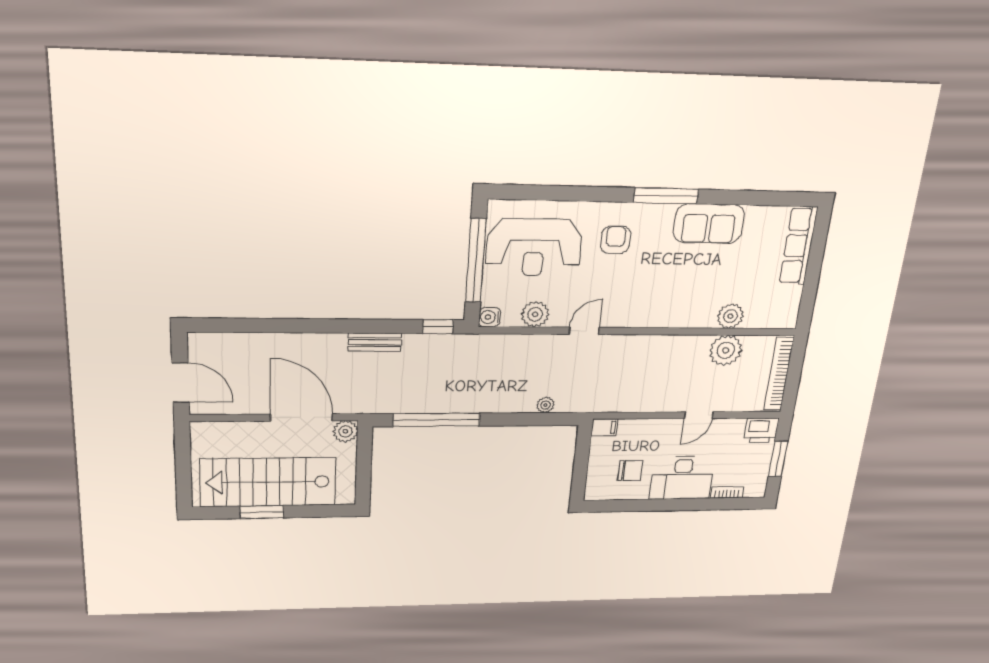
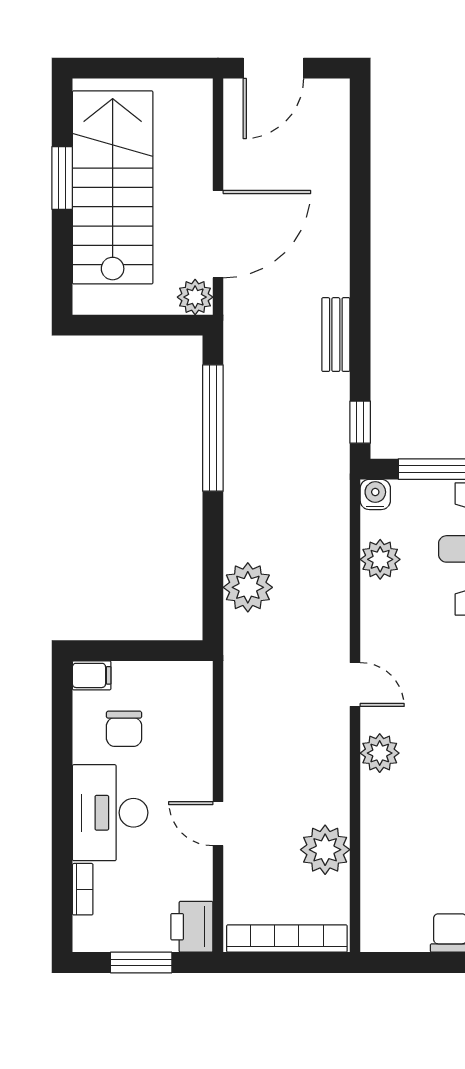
plant: (730, 316) -> (380, 753), moved
door: (584, 331) -> (355, 685), moved
plant: (546, 405) -> (248, 587), width x1.87, depth x1.87
filing cabinet: (604, 427) -> (92, 675), moved, turned -90

